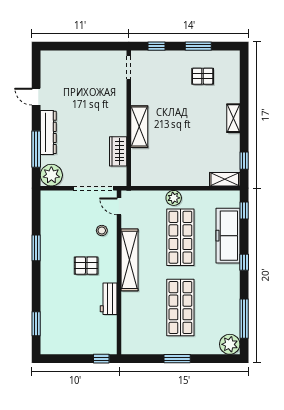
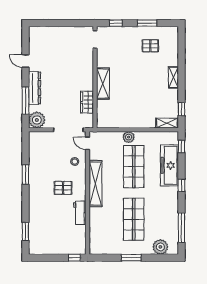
plant: (230, 344) -> (160, 247), moved

